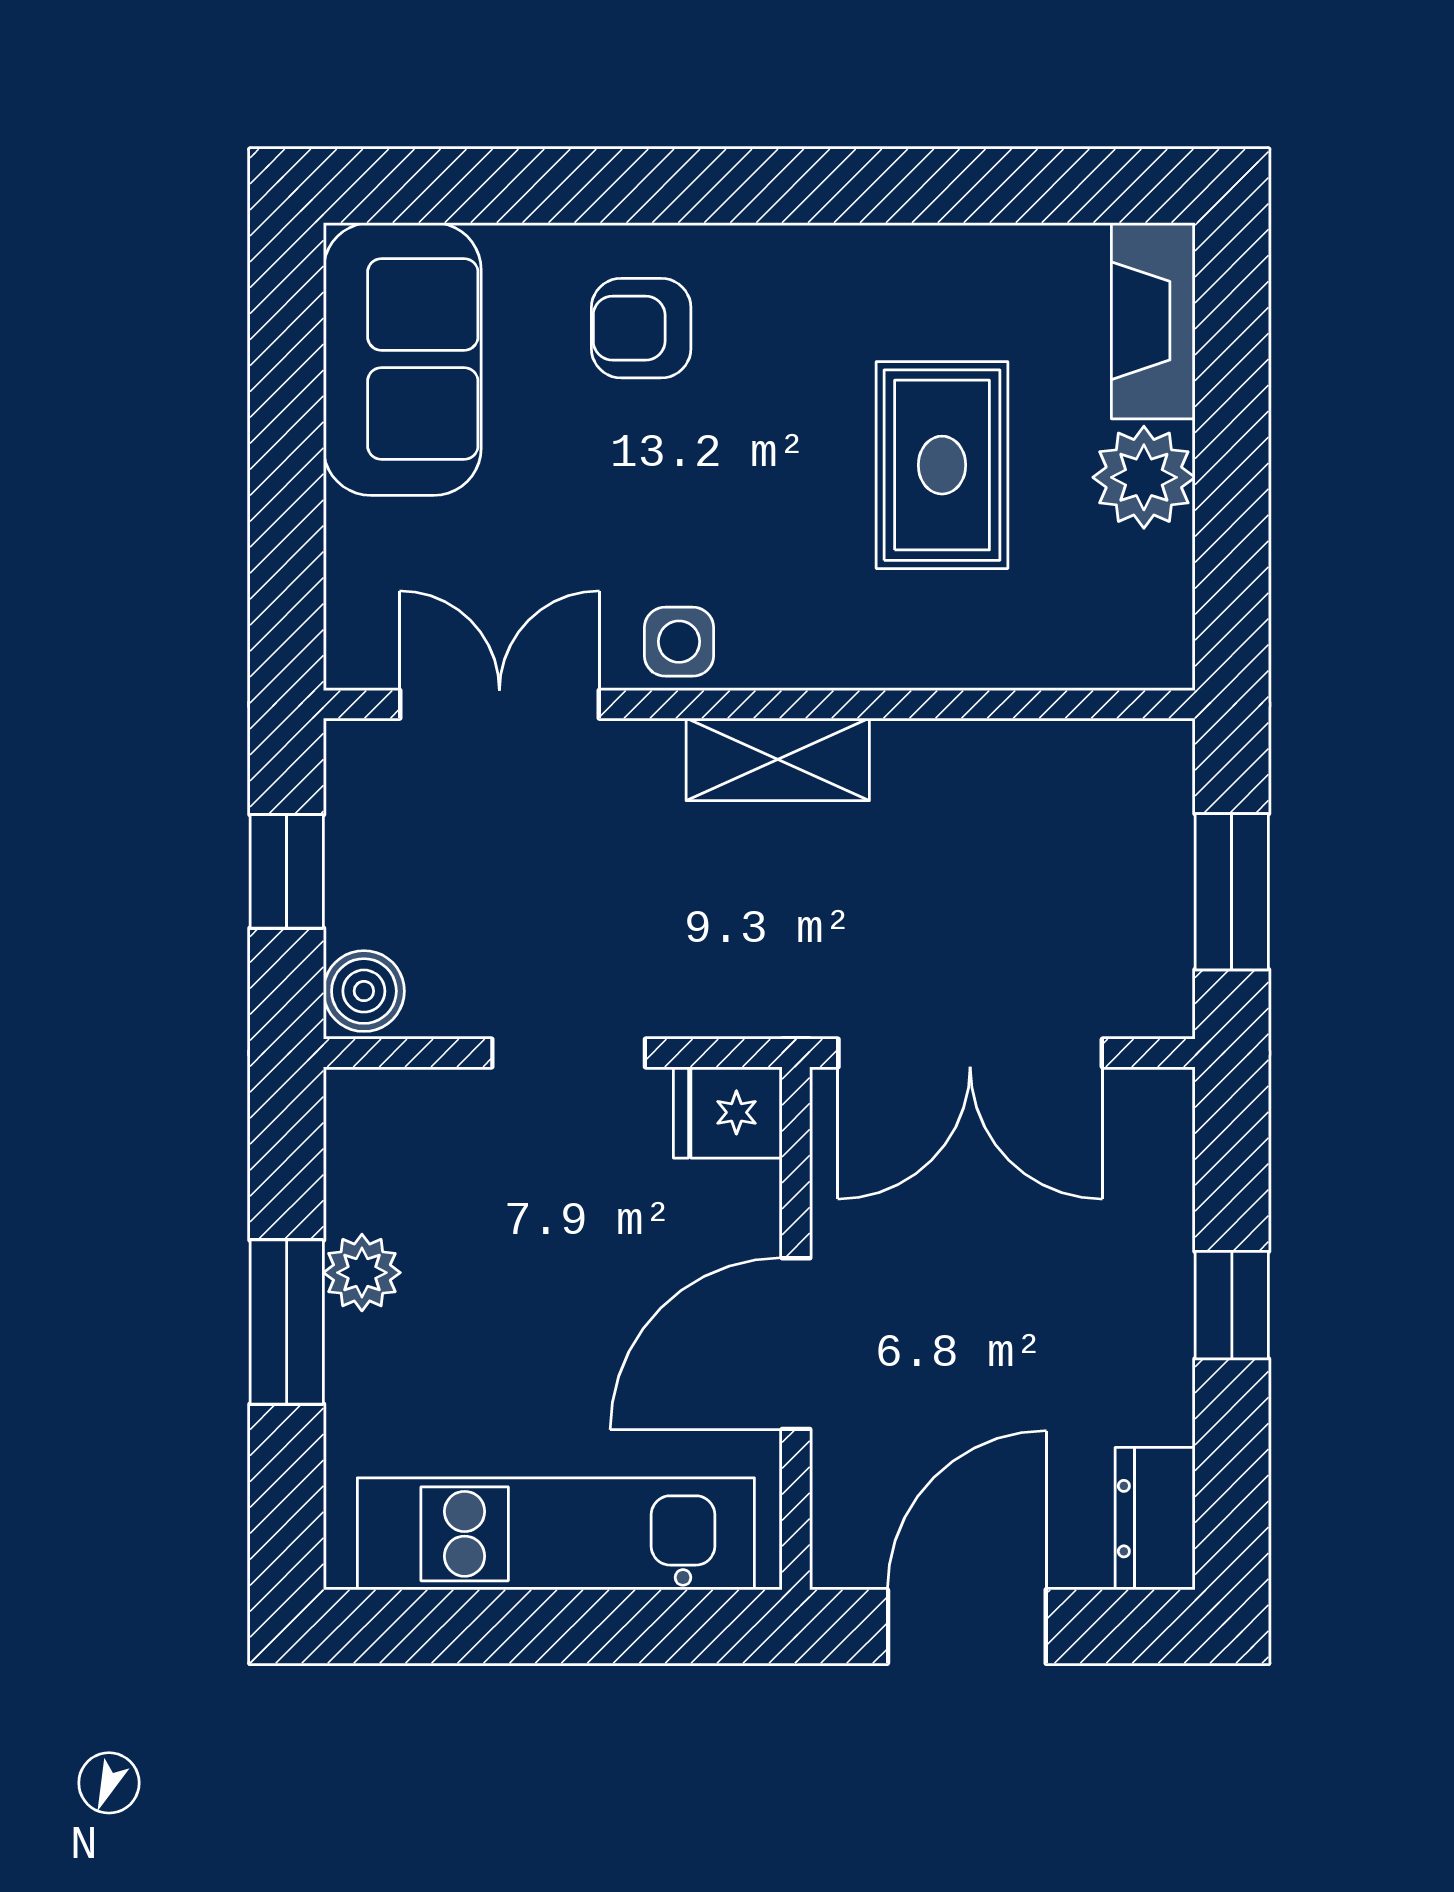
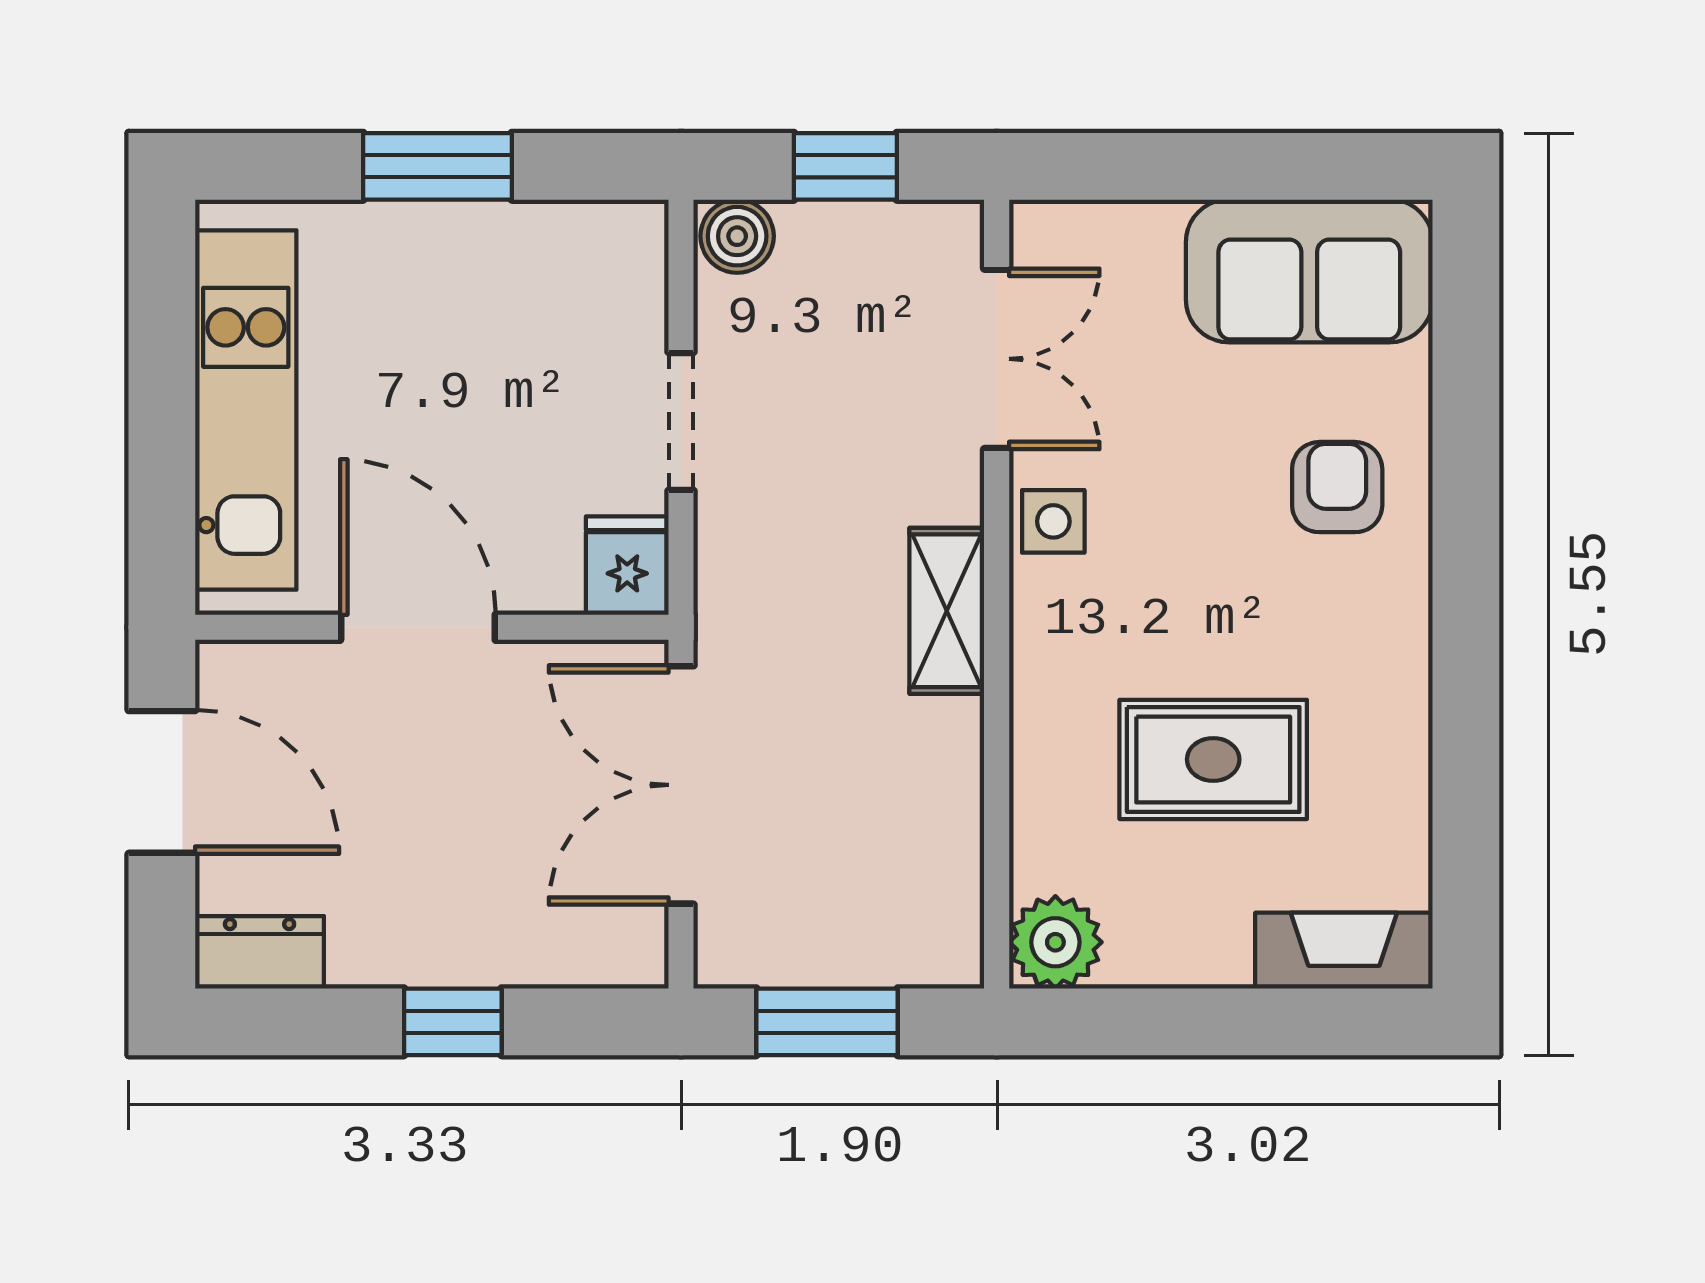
plant: (1144, 477) -> (1055, 942), moved
plant: (362, 1273) -> (482, 234), removed

